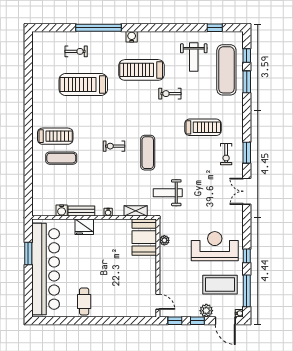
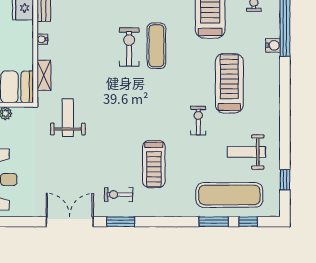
water cooler: (132, 37) -> (273, 45), moved
exercise bike: (114, 146) -> (129, 47), width x1.38, depth x1.39
exercise mat: (148, 153) -> (156, 46), moved, turned 90
double door: (247, 191) -> (70, 222), width x1.37

